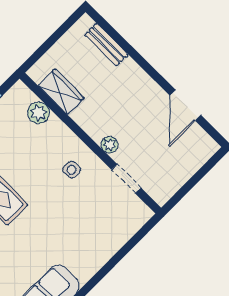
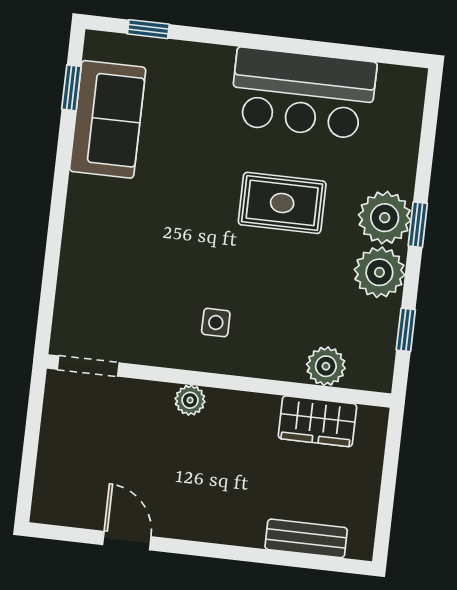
door: (185, 105) -> (127, 541), width x0.73
doorway: (126, 179) -> (88, 366), moved

